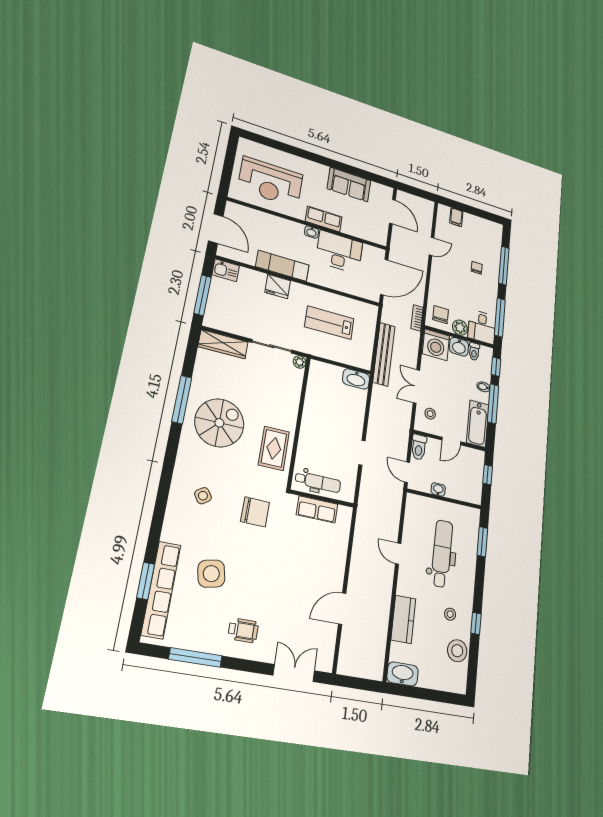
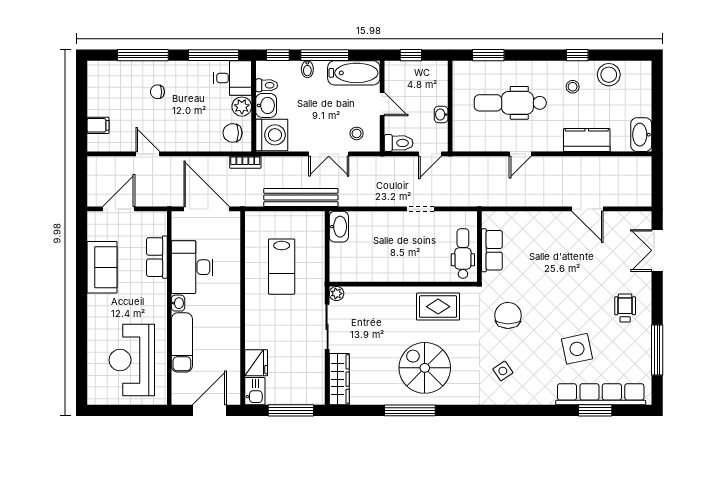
reception desk: (270, 182) -> (132, 360), turned 180
row of seats: (324, 219) -> (157, 257), moved
exam couch: (282, 266) -> (182, 342), moved, turned 180
fridge: (278, 286) -> (256, 363), moved

